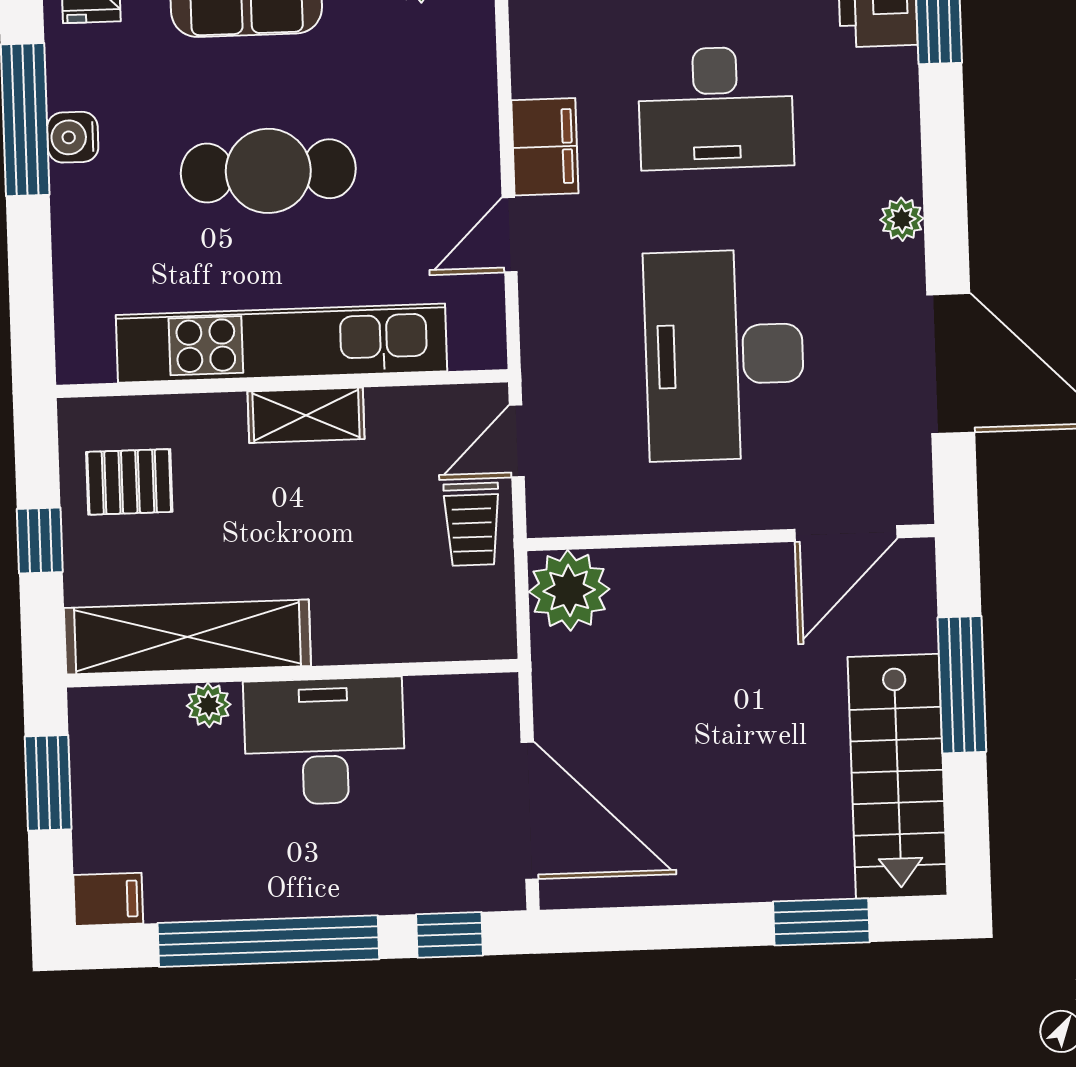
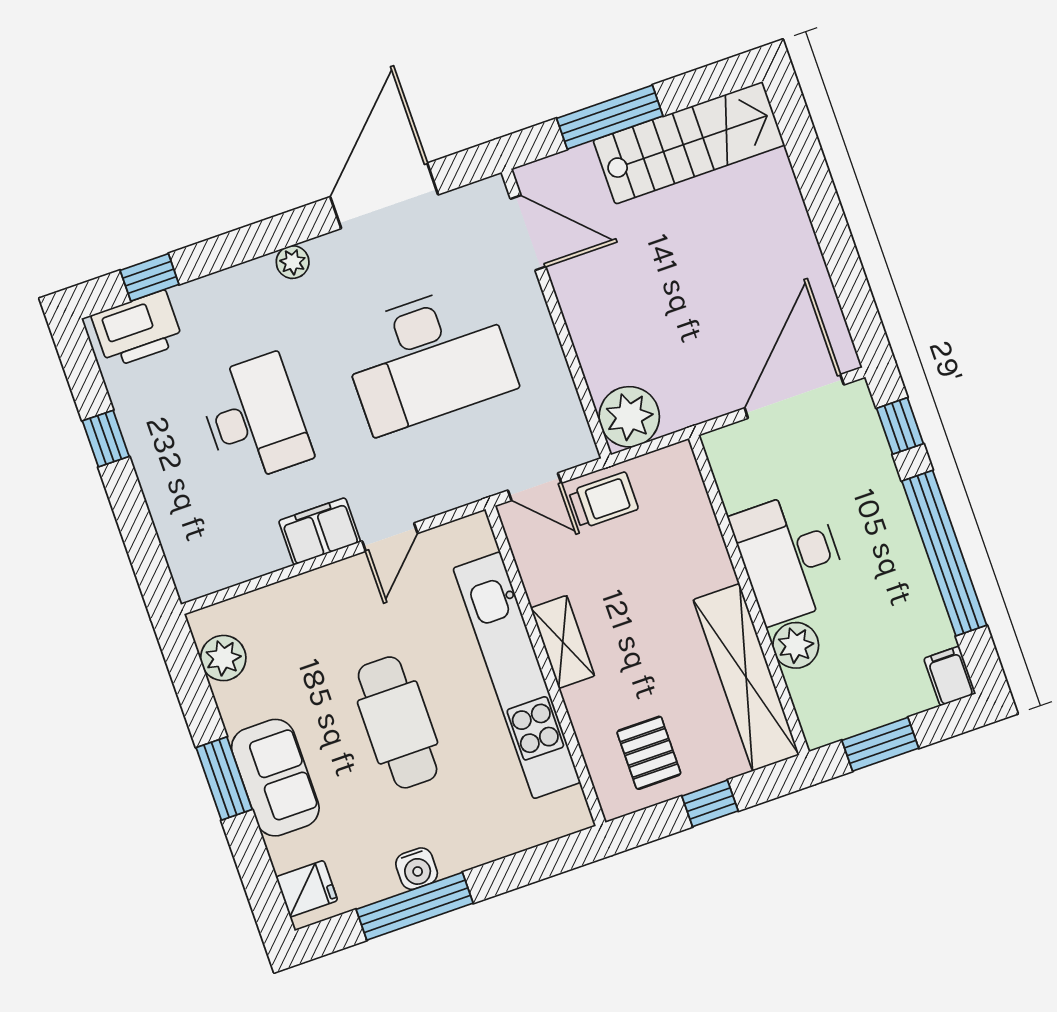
door: (510, 235) -> (390, 537), hinge flipped
plant: (209, 705) -> (796, 645), width x1.38, depth x1.38
window: (821, 922) -> (809, 165), removed

